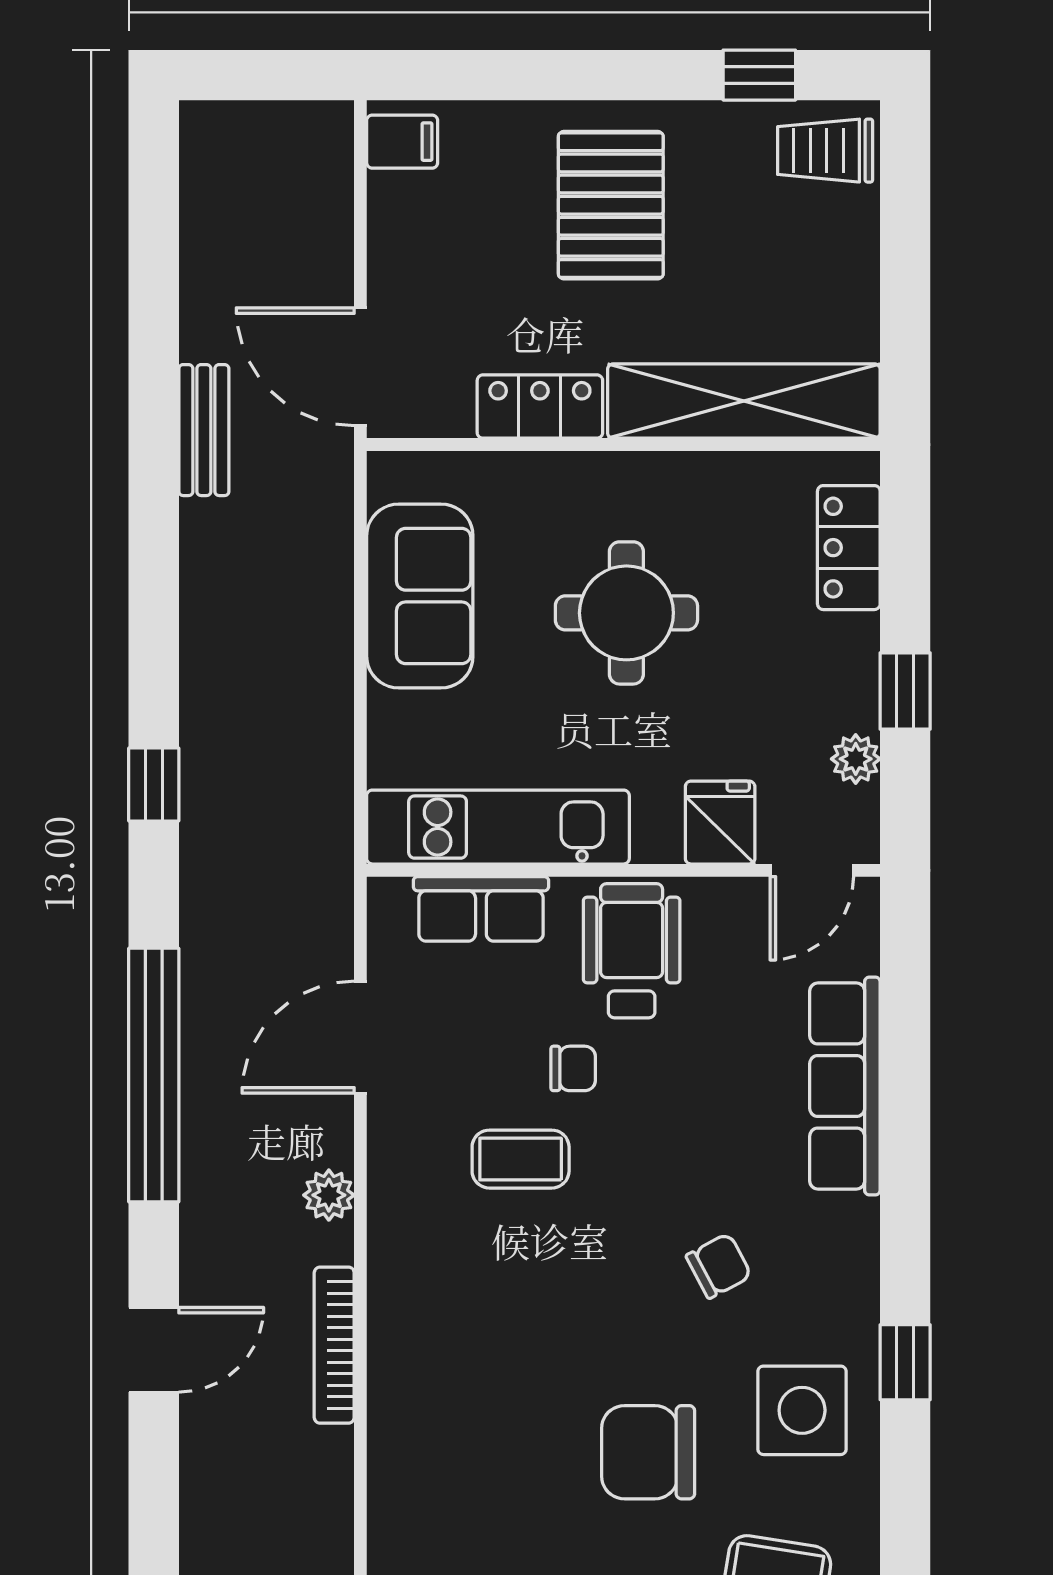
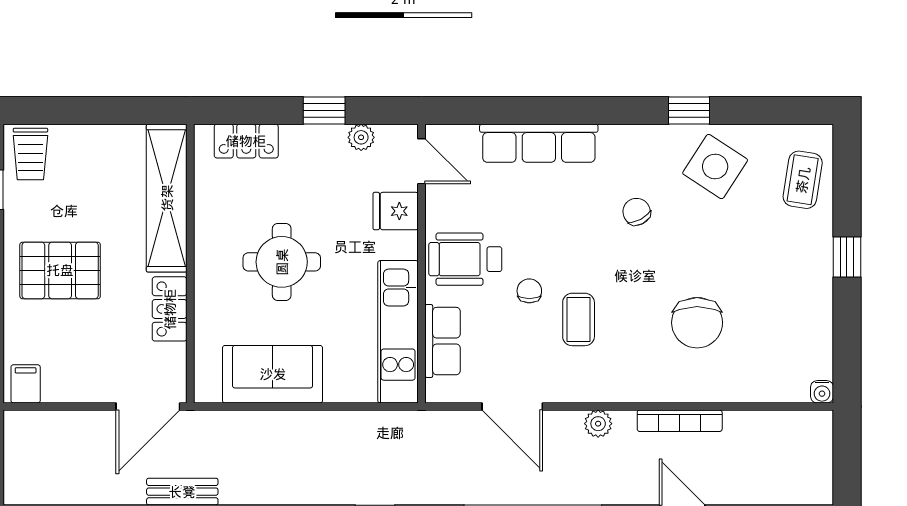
side table: (802, 1410) -> (715, 167), turned 33
chair: (648, 1452) -> (697, 323), moved

